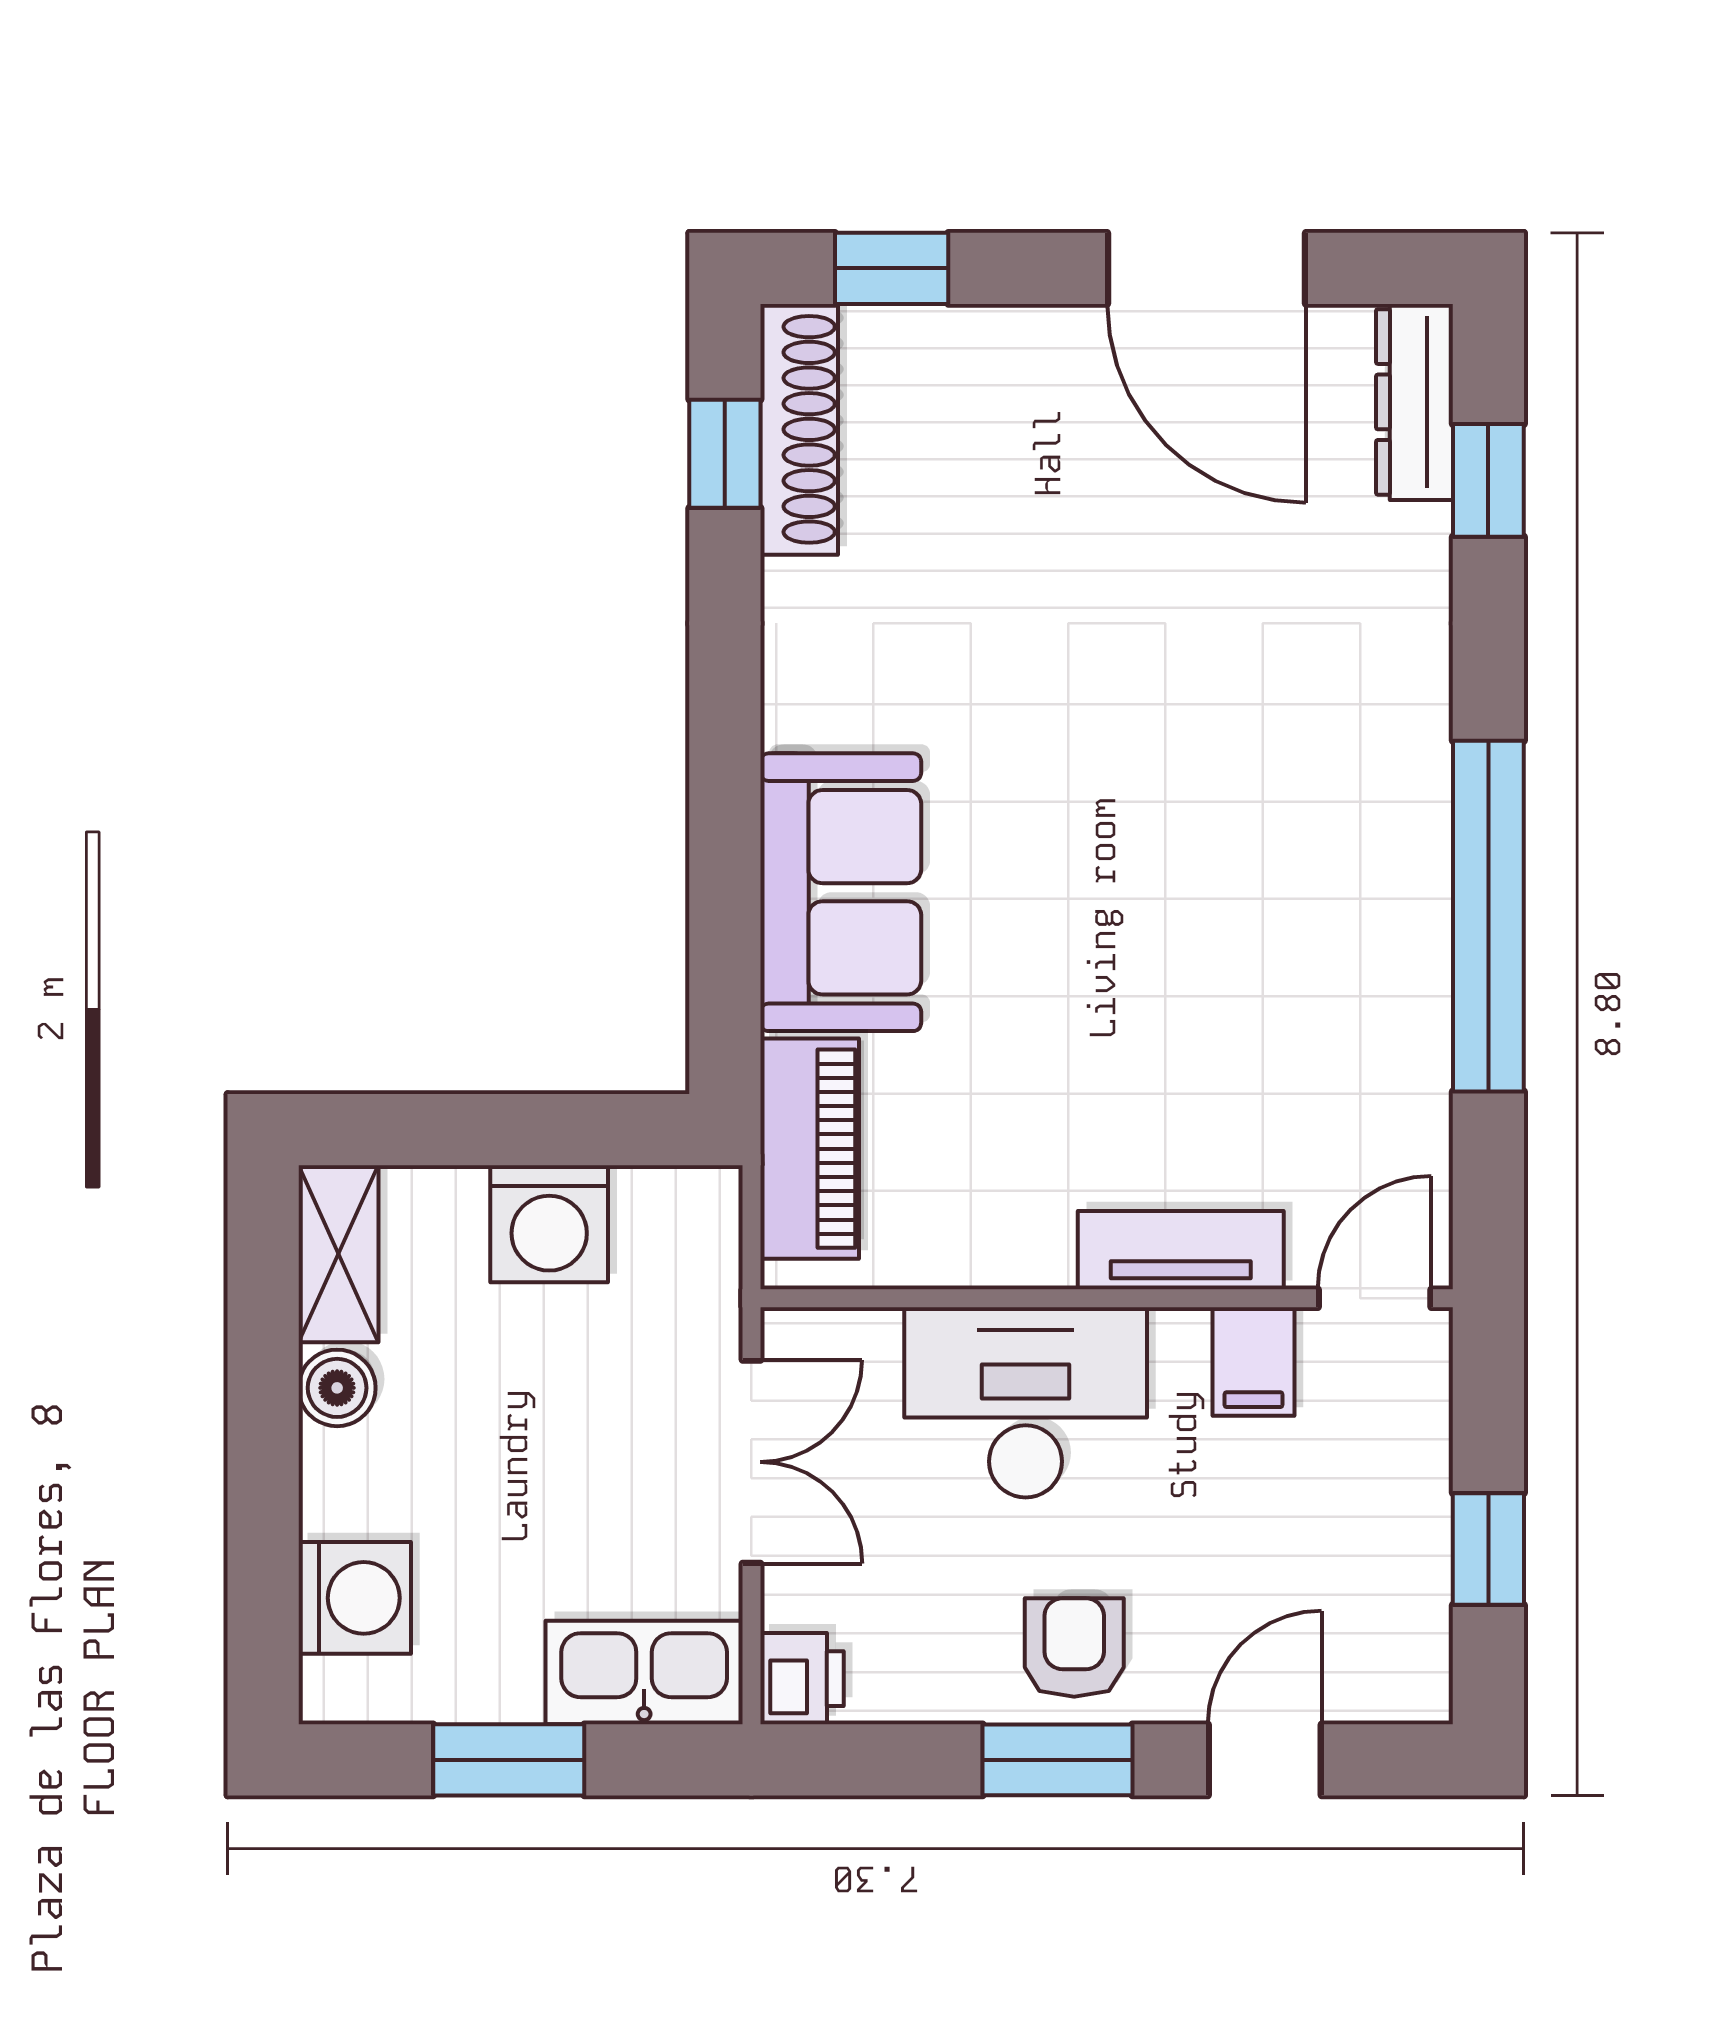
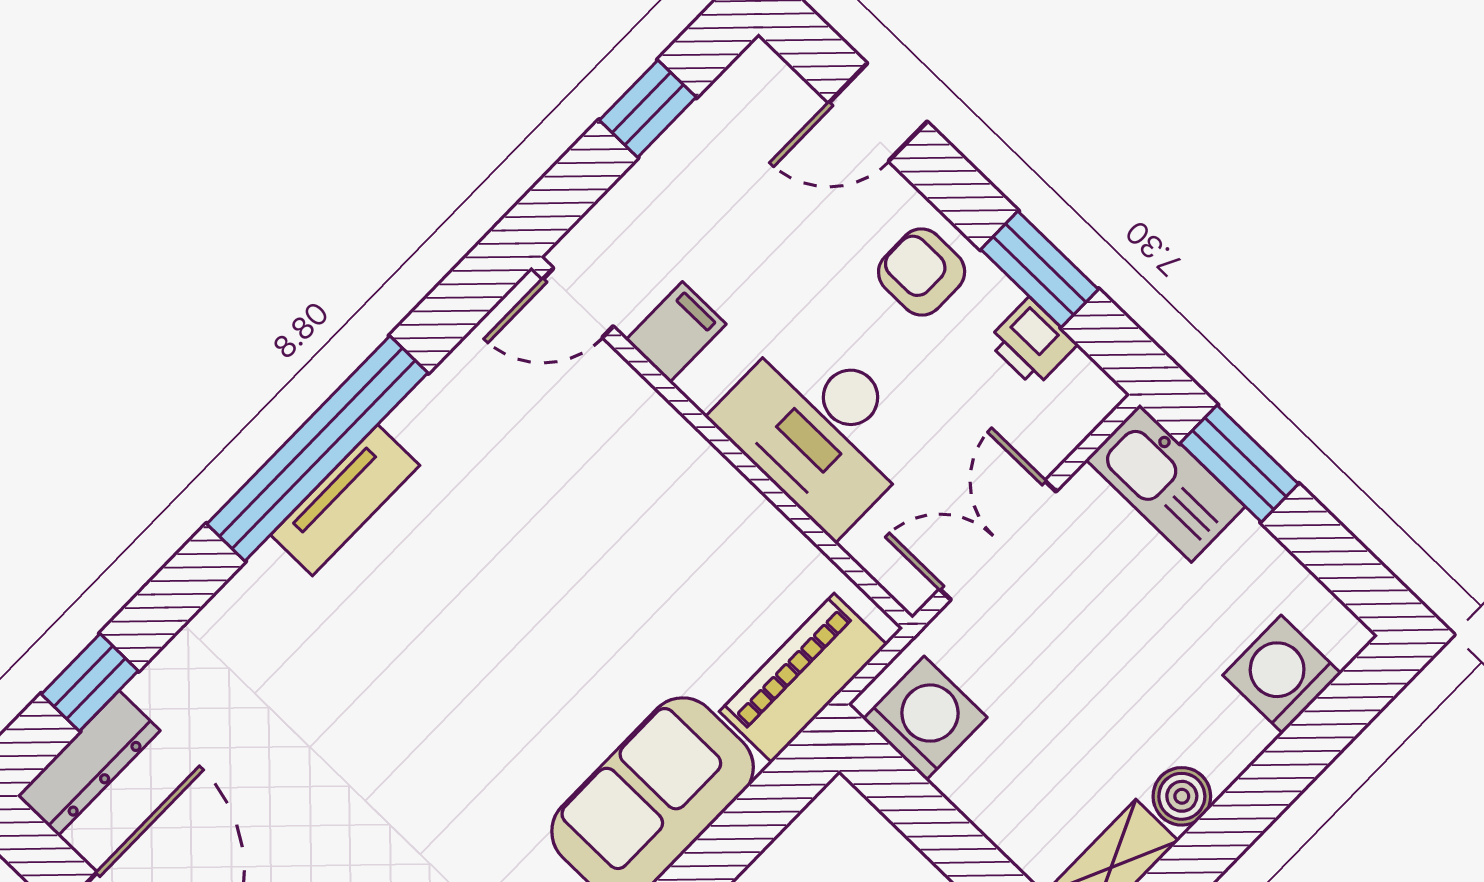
washing machine: (549, 1224) -> (925, 718), moved
tv unit: (1181, 1250) -> (345, 500), moved, turned -90
armchair: (1074, 1648) -> (922, 272), turned 90
printer: (802, 1679) -> (1032, 343), moved, turned -90
window: (509, 1760) -> (1239, 464), moved
window: (1057, 1760) -> (1040, 269), moved

